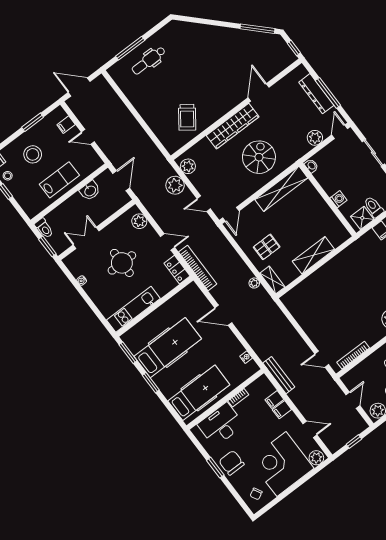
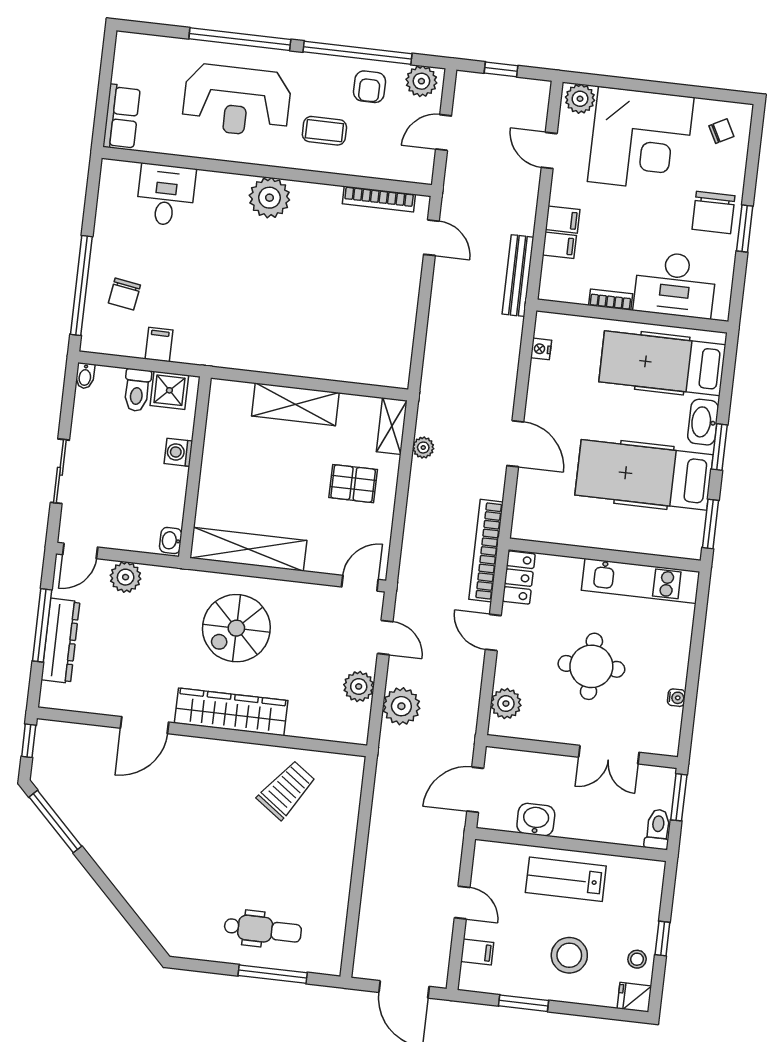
plant: (188, 166) -> (359, 686), moved
washbasin: (165, 386) -> (703, 422), added

